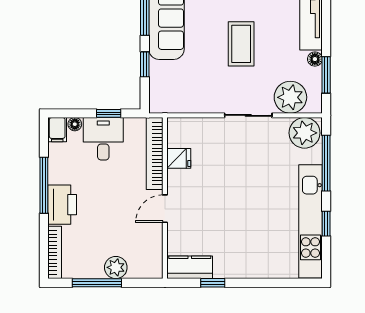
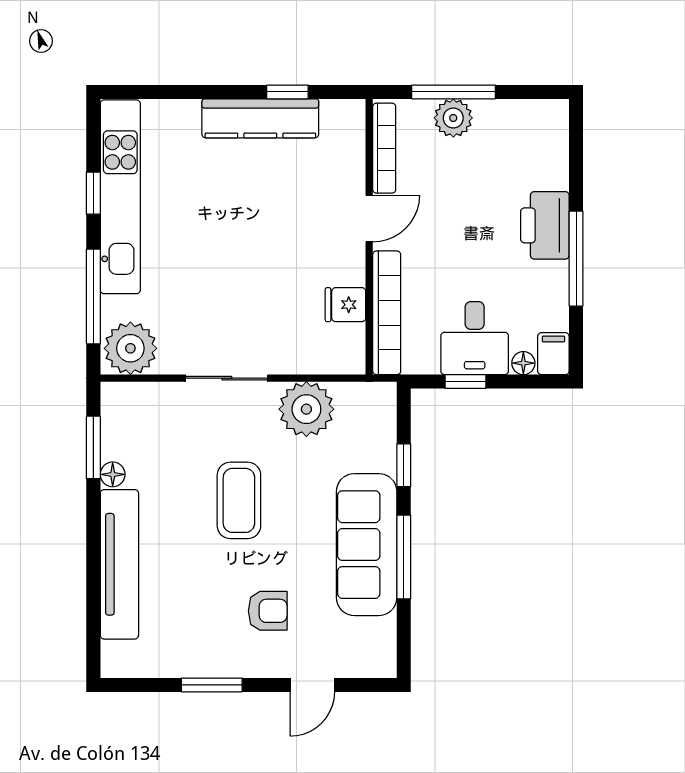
plant: (290, 97) -> (306, 409), moved
bookcase: (55, 252) -> (384, 148), moved, turned 180
kitchen counter: (190, 267) -> (260, 118), moved, width x1.50
window: (97, 283) -> (454, 92), moved

